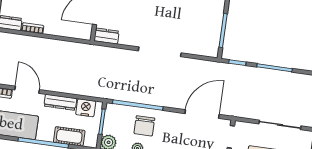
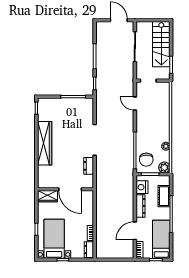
dresser: (106, 36) -> (89, 166), moved
door: (202, 114) -> (135, 103), width x0.53
chair: (144, 126) -> (146, 160), moved, turned 90

